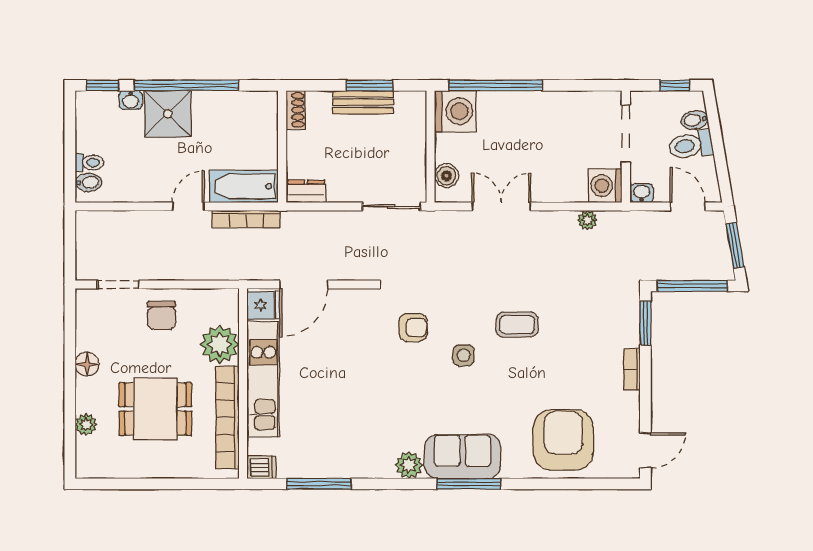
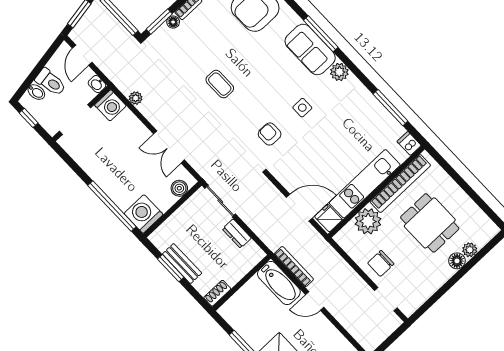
dresser: (306, 191) -> (237, 234), moved
chair: (162, 315) -> (381, 263), turned 180
floor lamp: (631, 337) -> (173, 22), added
side table: (464, 355) -> (302, 108), moved
floor lamp: (87, 364) -> (457, 261), moved

